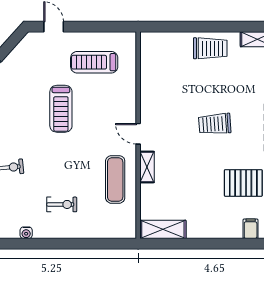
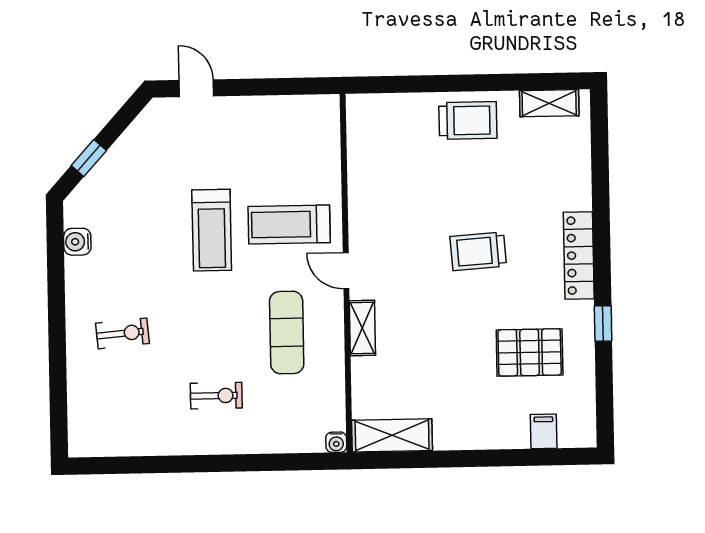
treadmill: (94, 62) -> (289, 224), moved
exercise mat: (115, 179) -> (287, 333), moved
water cooler: (26, 233) -> (336, 442), moved

